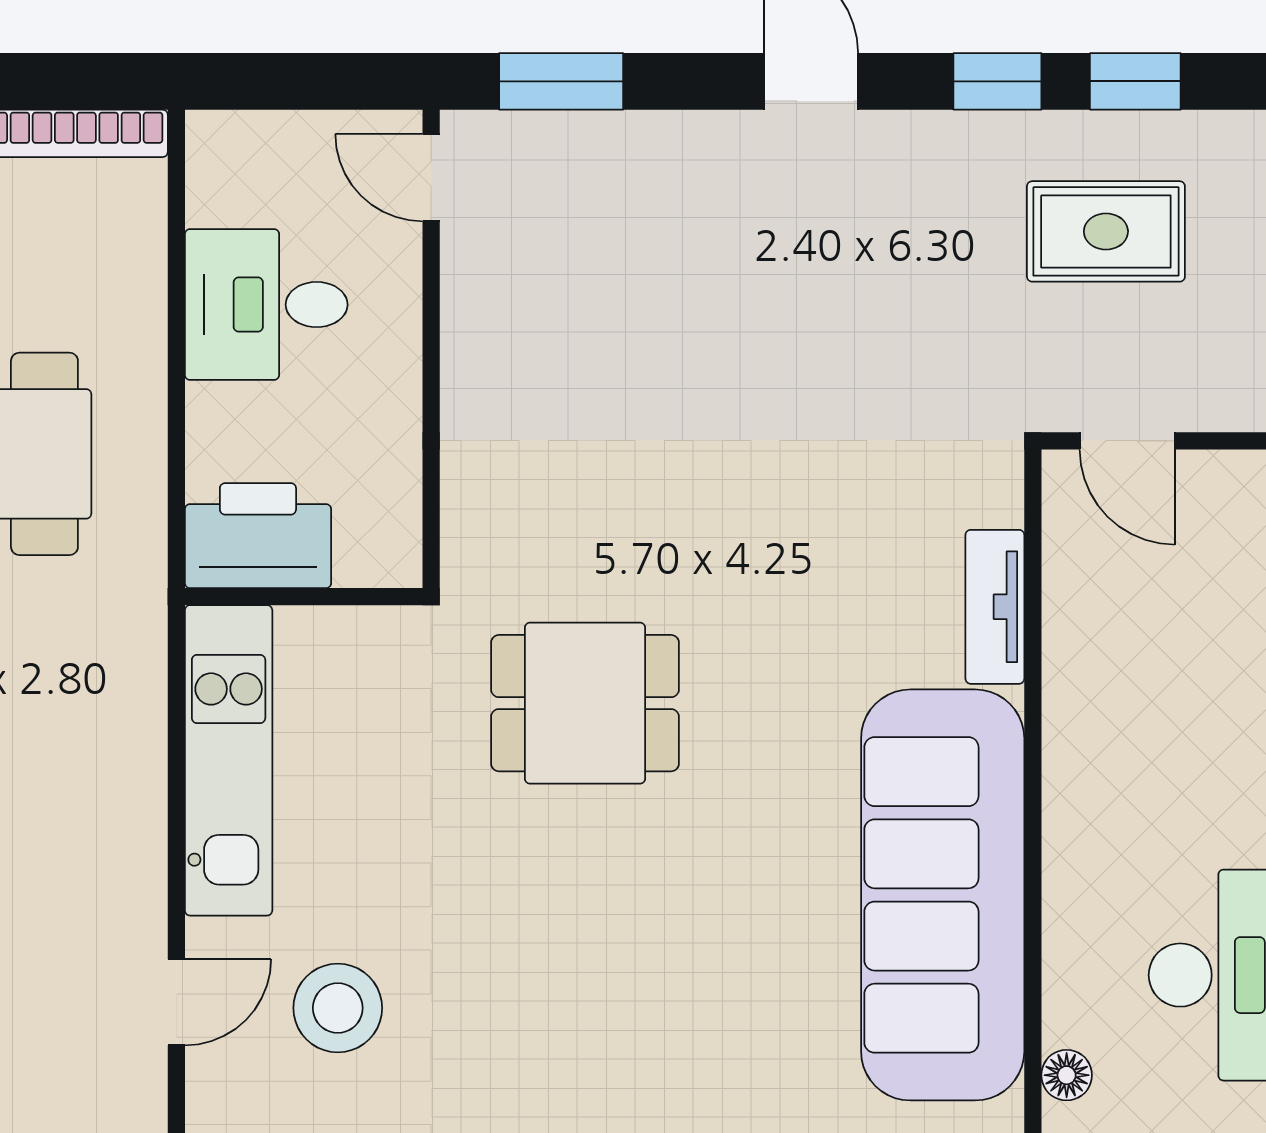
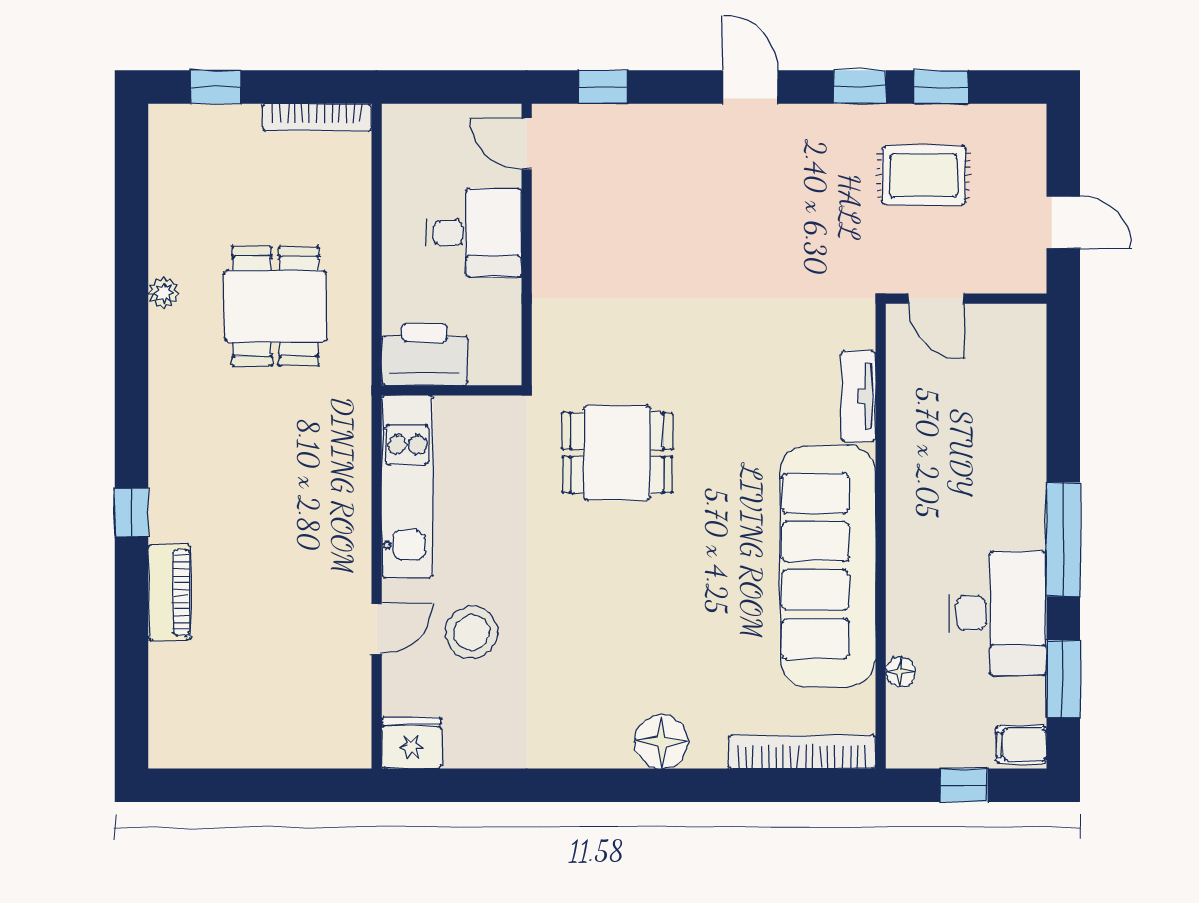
window: (561, 81) -> (603, 87), width x0.67
desk: (266, 305) -> (474, 233), moved, turned 180

